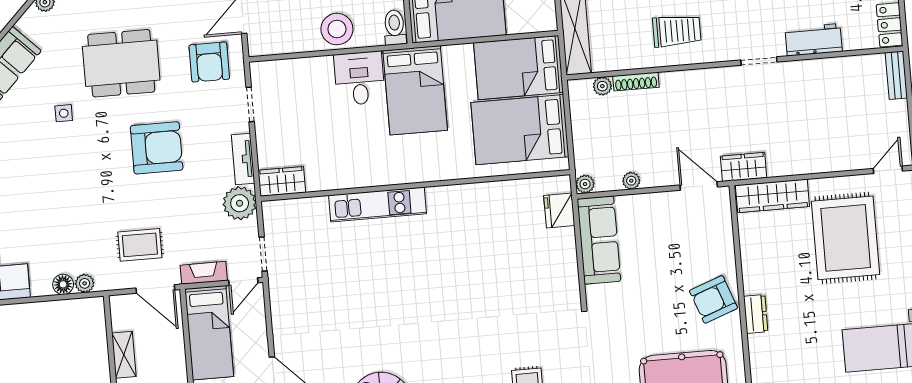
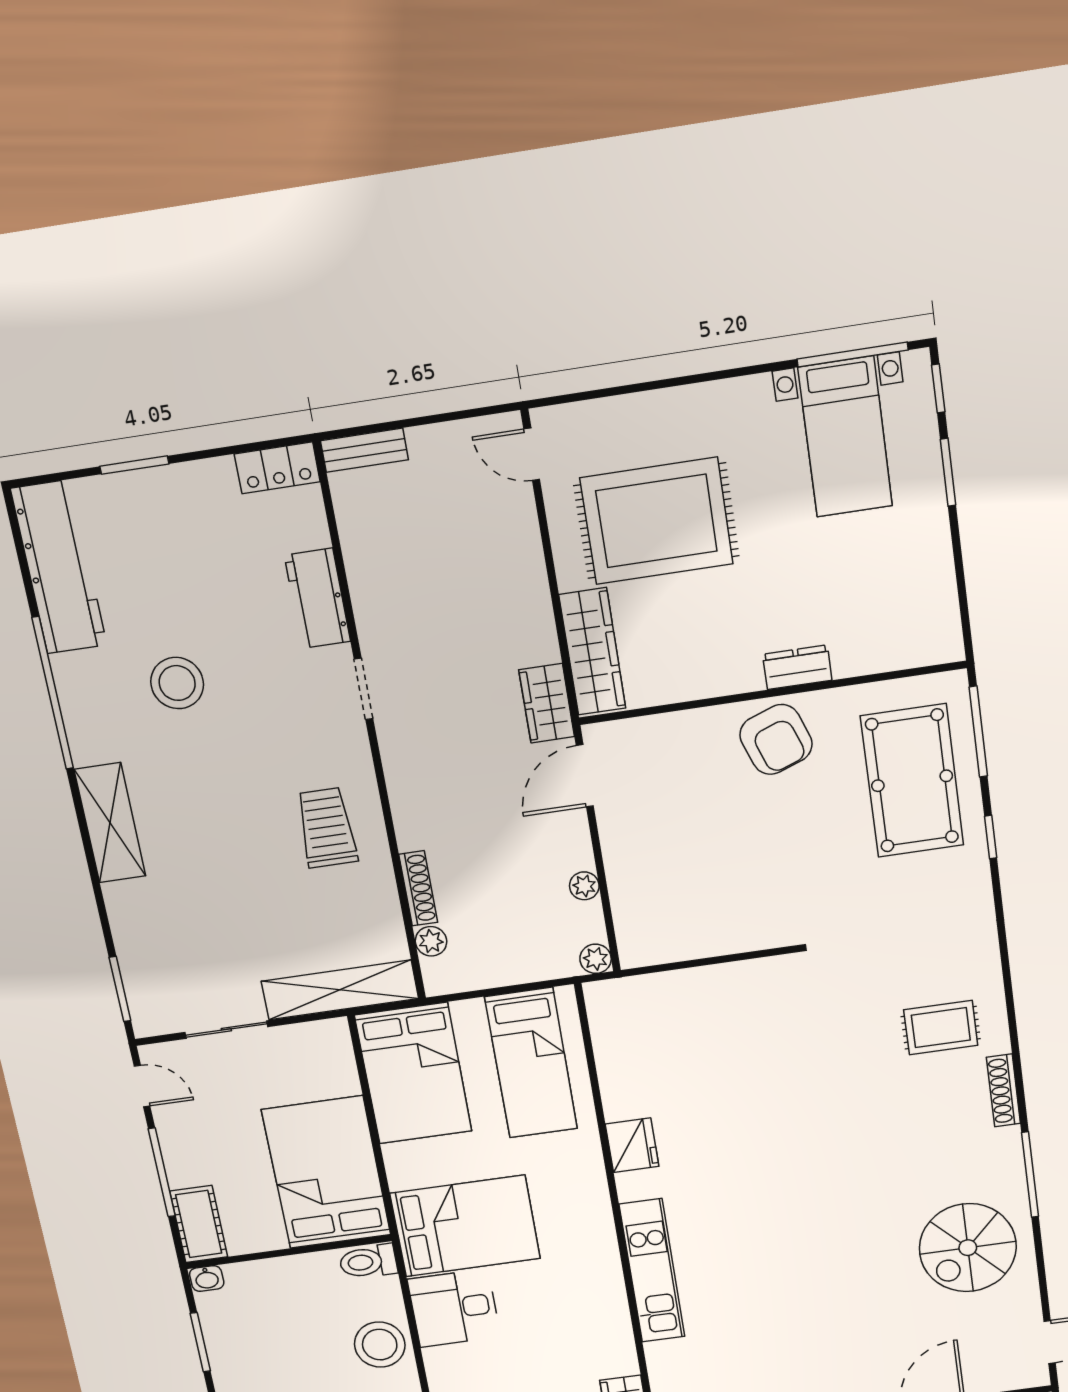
bed: (520, 130) -> (531, 1063), width x0.67
fridge: (559, 210) -> (632, 1145), moved, turned -90
sofa: (599, 240) -> (687, 931), removed

